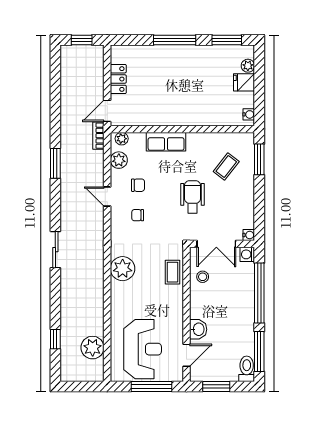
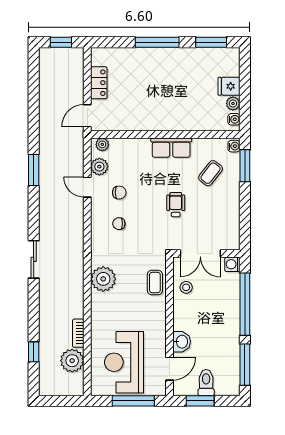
plant: (248, 66) -> (233, 103), moved
bookcase: (98, 136) -> (78, 333), moved
row of seats: (166, 142) -> (171, 148), moved
door: (107, 196) -> (87, 187), moved
wheelchair: (193, 197) -> (176, 205), width x0.73, depth x0.73
water cooler: (249, 235) -> (234, 146), moved
reception desk: (143, 349) -> (124, 362), turned 180
toilet: (247, 369) -> (206, 383), moved

